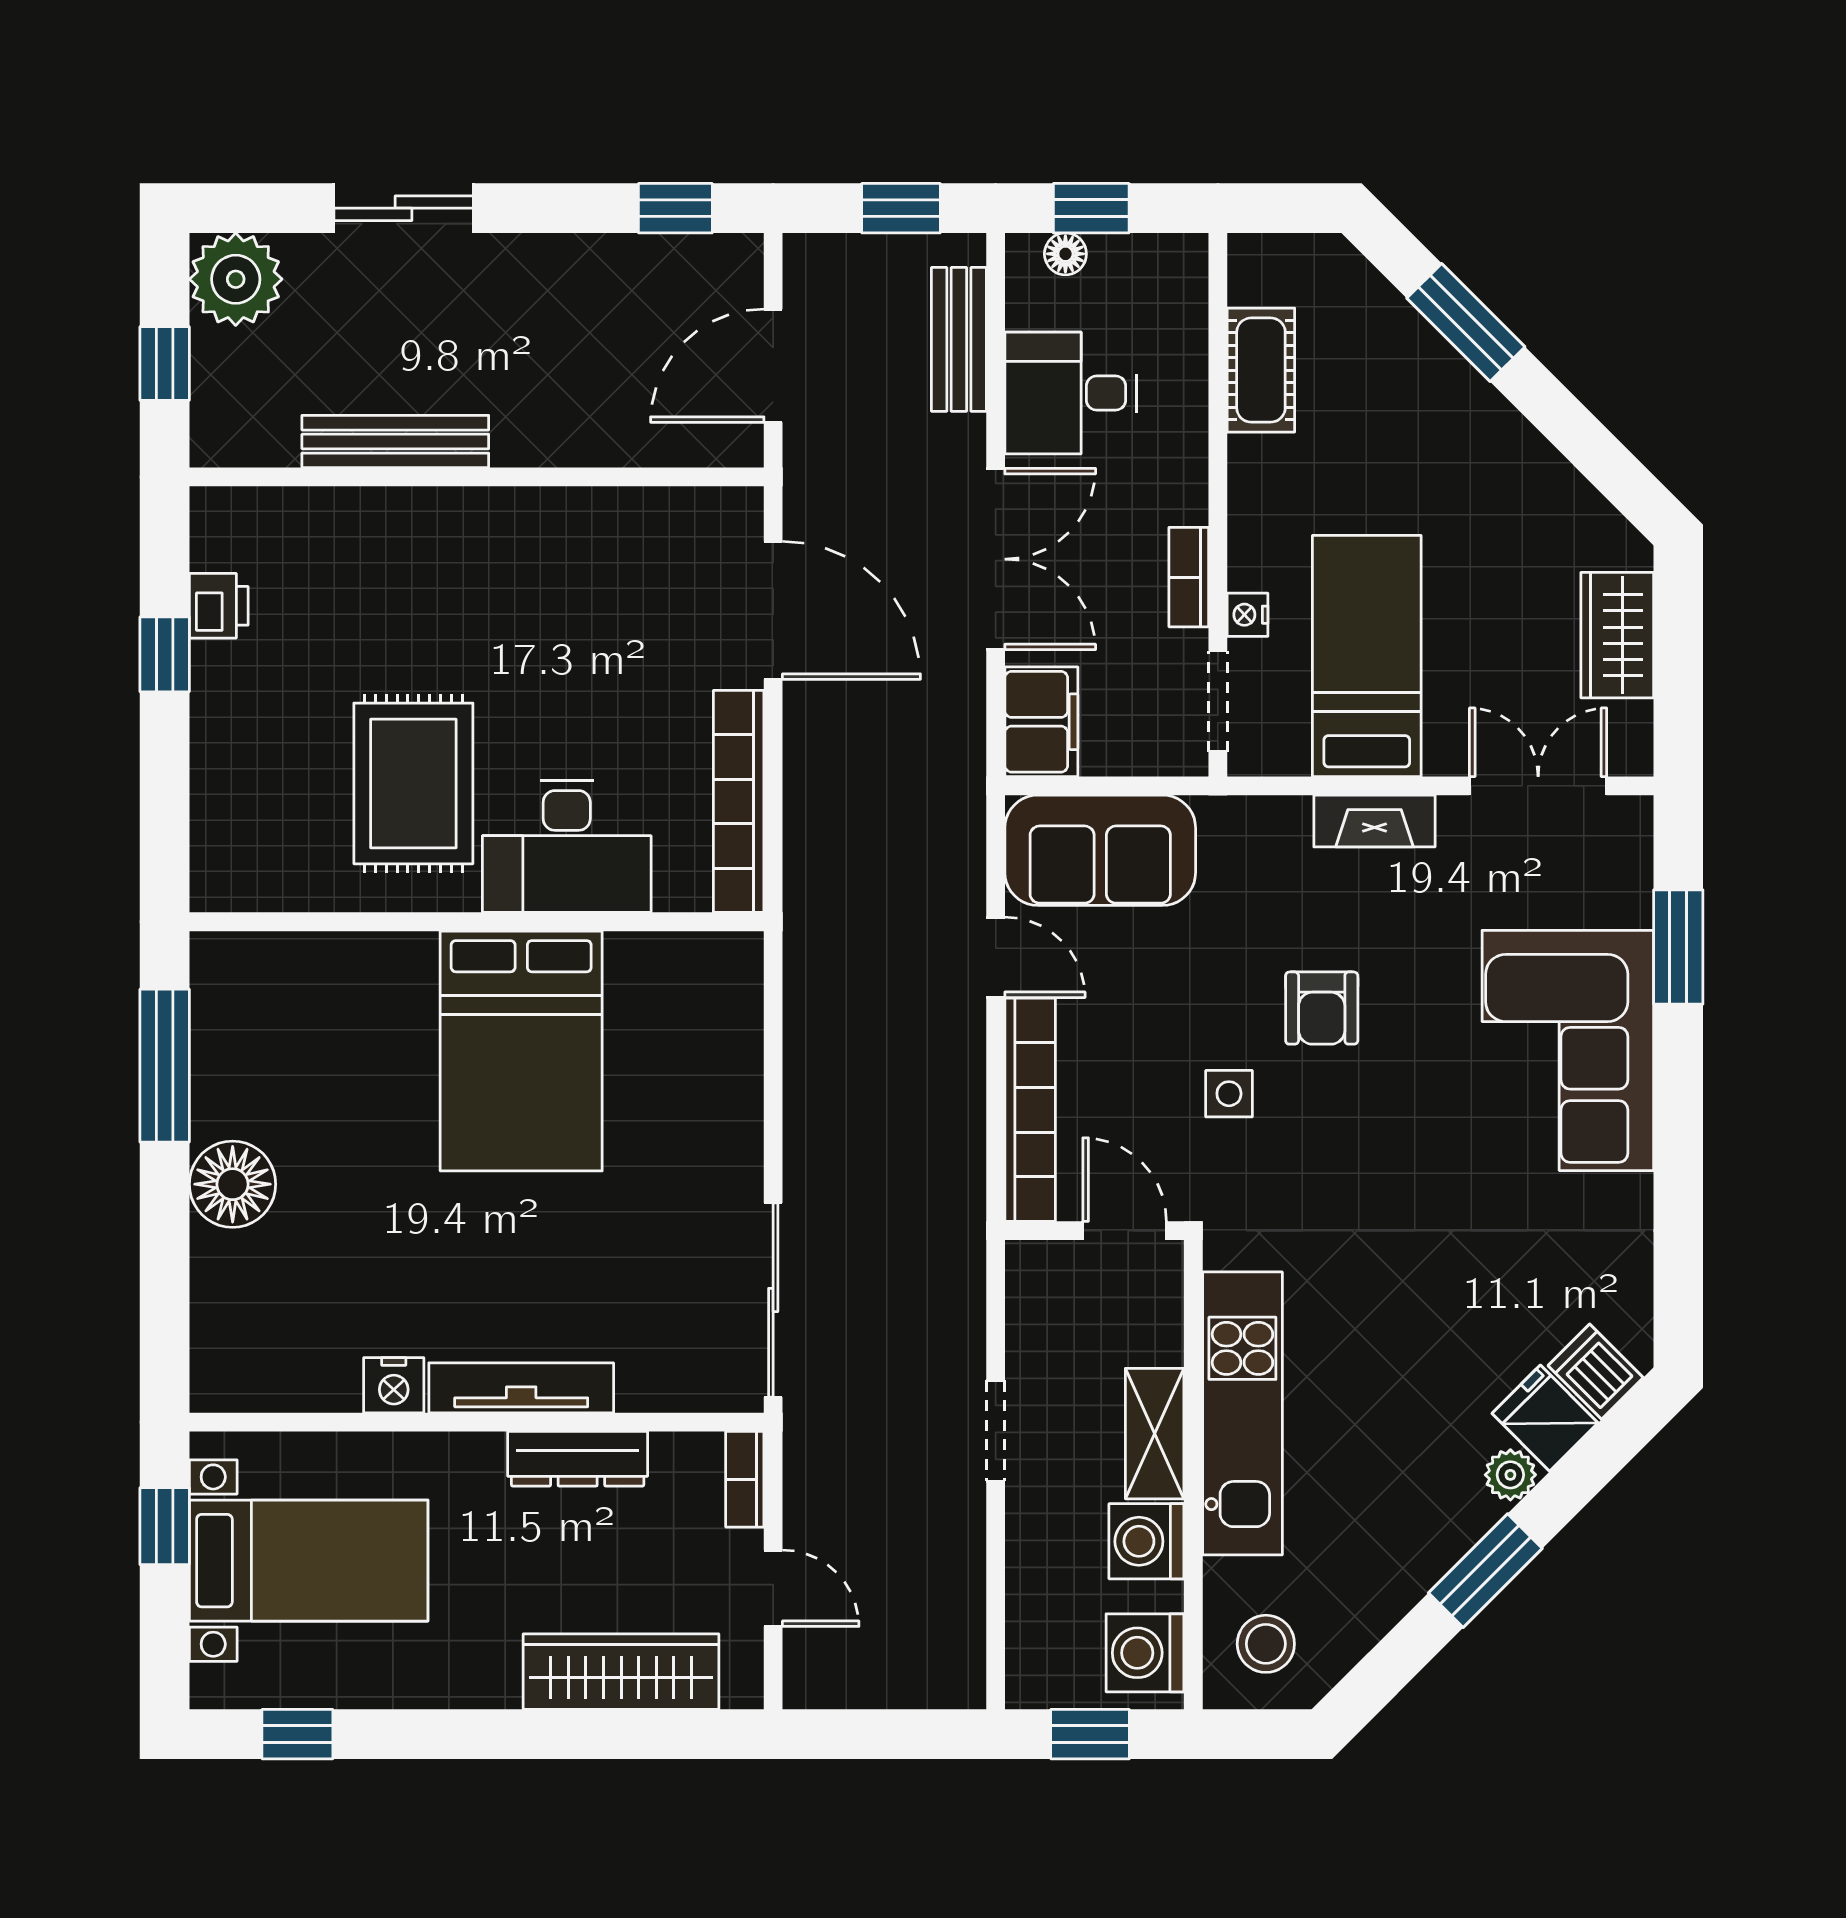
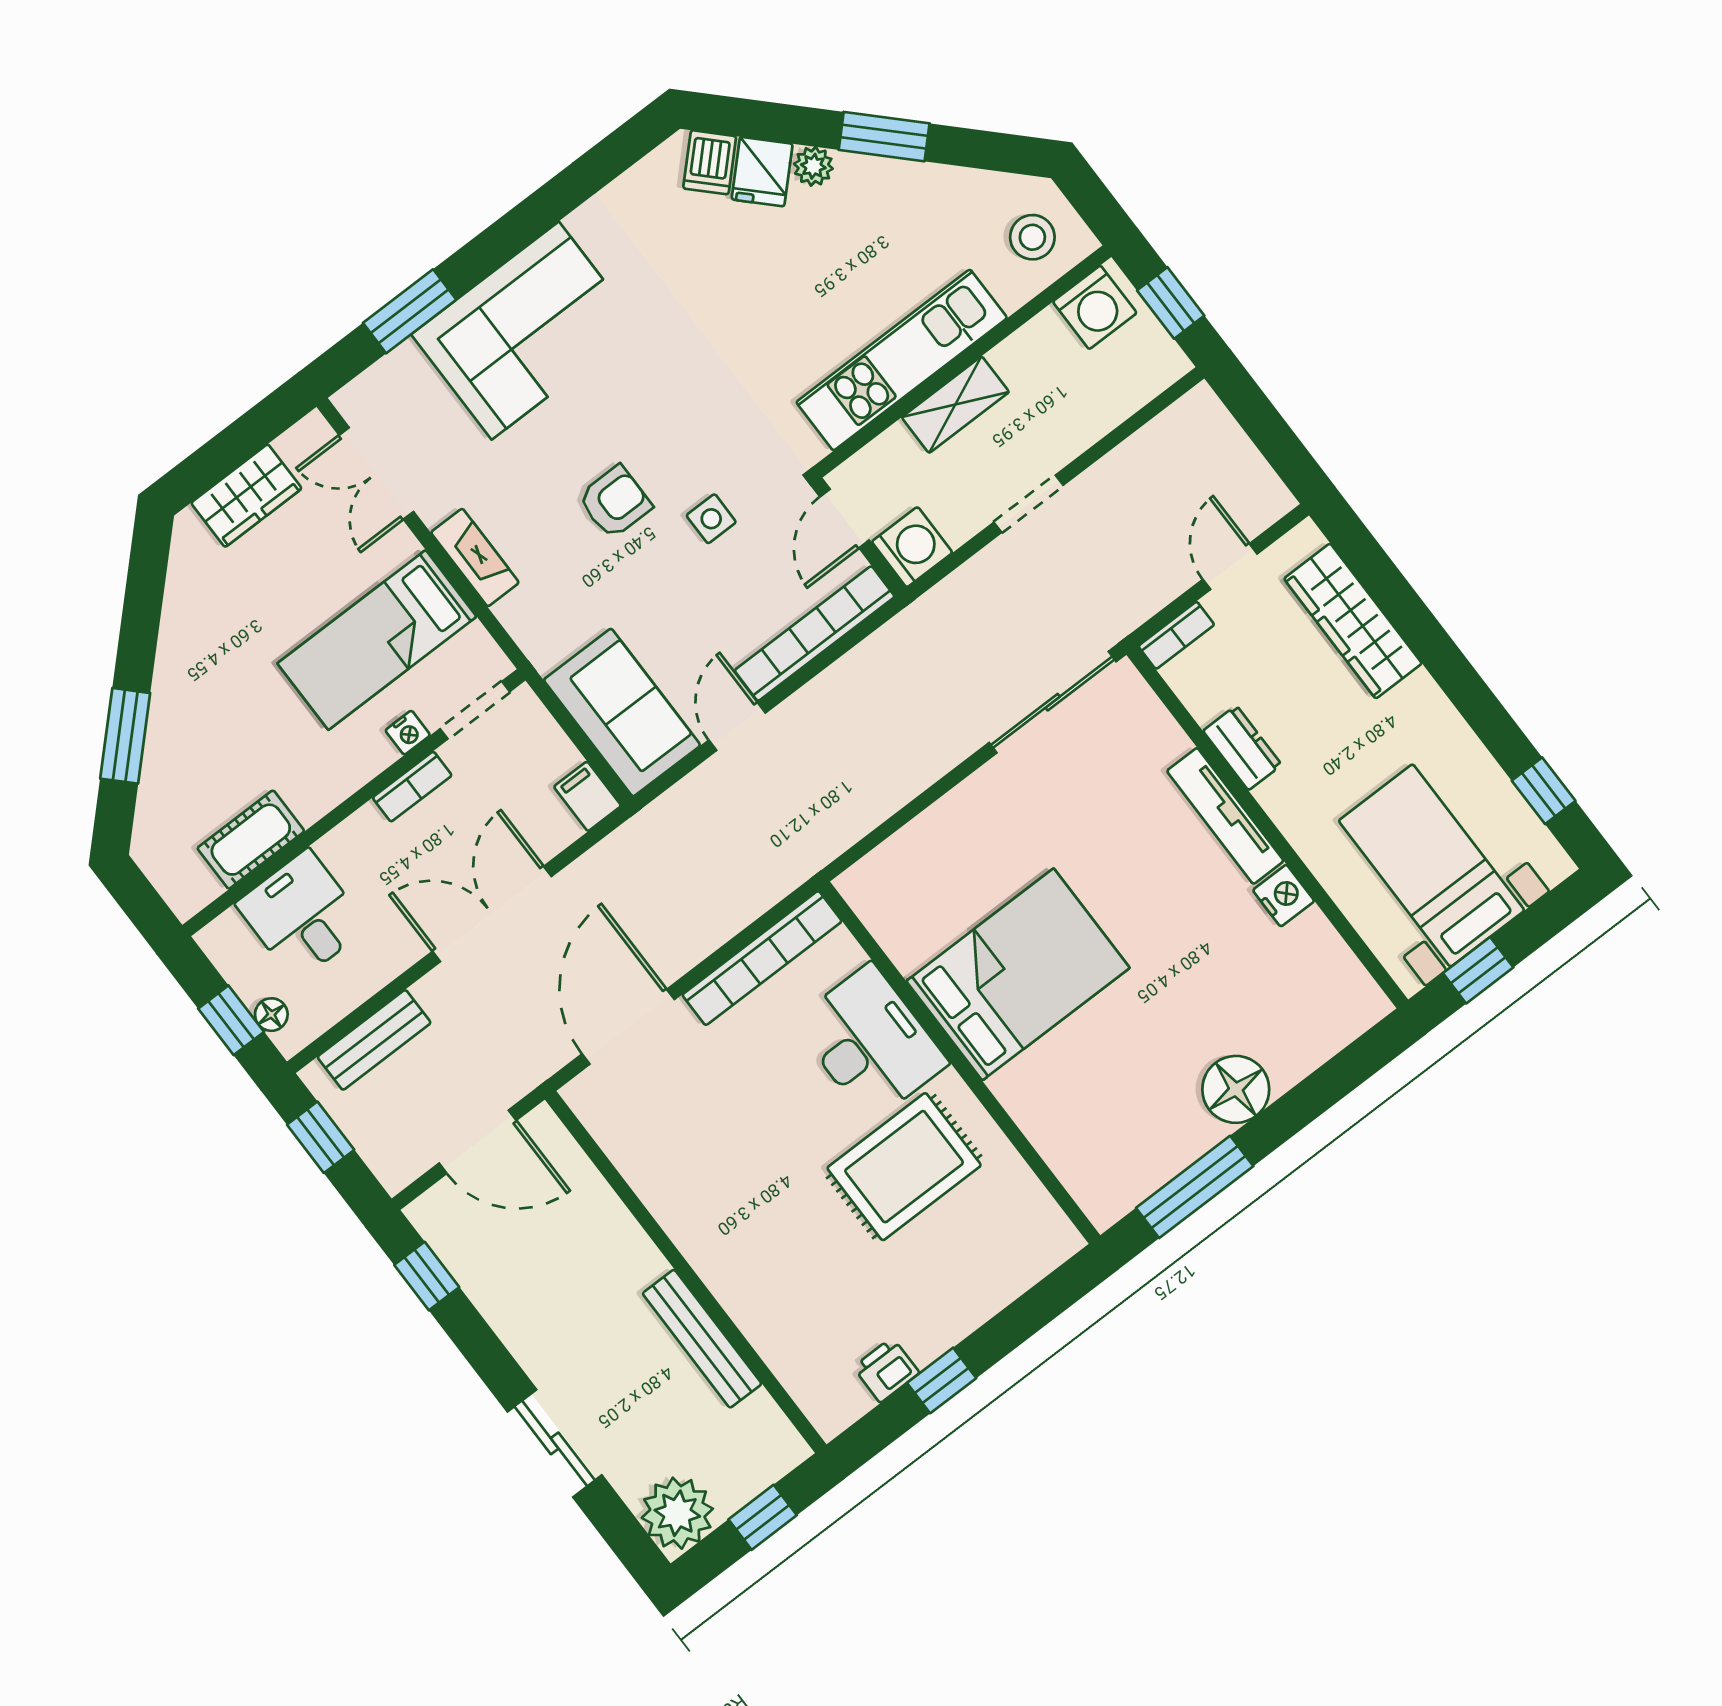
desk: (1071, 393) -> (302, 915), moved, turned 180
filing cabinet: (1041, 722) -> (587, 796), width x0.50
dresser: (578, 1459) -> (1242, 748), width x0.70
washing machine: (1146, 1541) -> (912, 547), moved, turned -90

